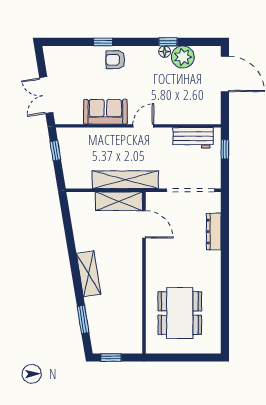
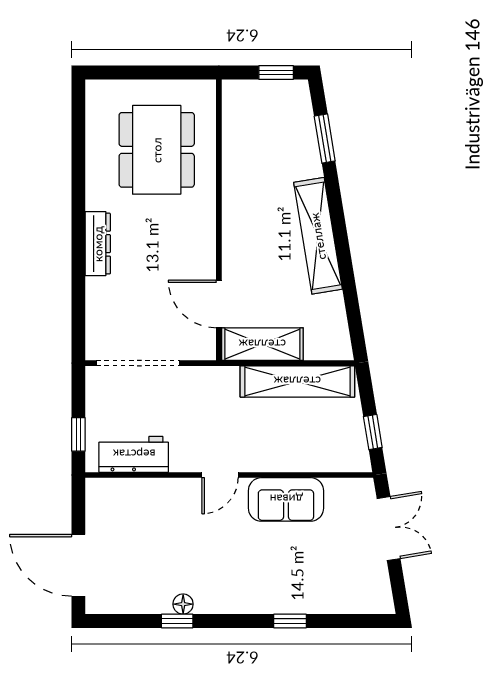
plant: (183, 57) -> (151, 595), removed
armchair: (115, 60) -> (269, 590), removed
shelving: (125, 180) -> (297, 381), moved
dresser: (214, 231) -> (98, 244), moved
shelving: (89, 274) -> (318, 236), width x1.47

